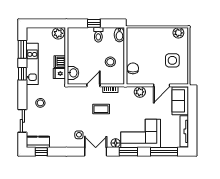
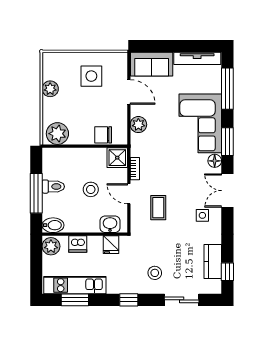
window: (94, 23) -> (36, 193), width x2.17
plant: (178, 33) -> (50, 89), moved
bidet: (119, 35) -> (53, 225), moved
plant: (134, 38) -> (57, 134), added
dishwasher: (60, 62) -> (78, 244), moved
stool: (110, 62) -> (91, 189), moved
kitchen unit: (32, 64) -> (75, 285), moved
window: (22, 74) -> (129, 300), moved
shower: (118, 78) -> (117, 158), added
coffee table: (101, 109) -> (158, 208), moved
kitchen counter: (38, 142) -> (213, 261), moved

